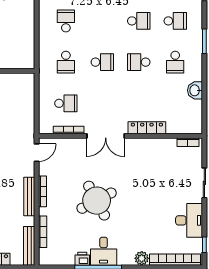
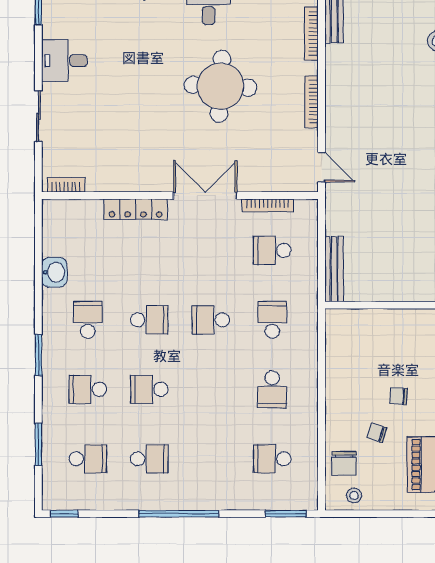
door: (37, 153) -> (322, 167), swing flipped
bench: (29, 197) -> (334, 269), moved
round table: (97, 201) -> (220, 86), turned 31
desk: (189, 220) -> (64, 61), width x0.73

